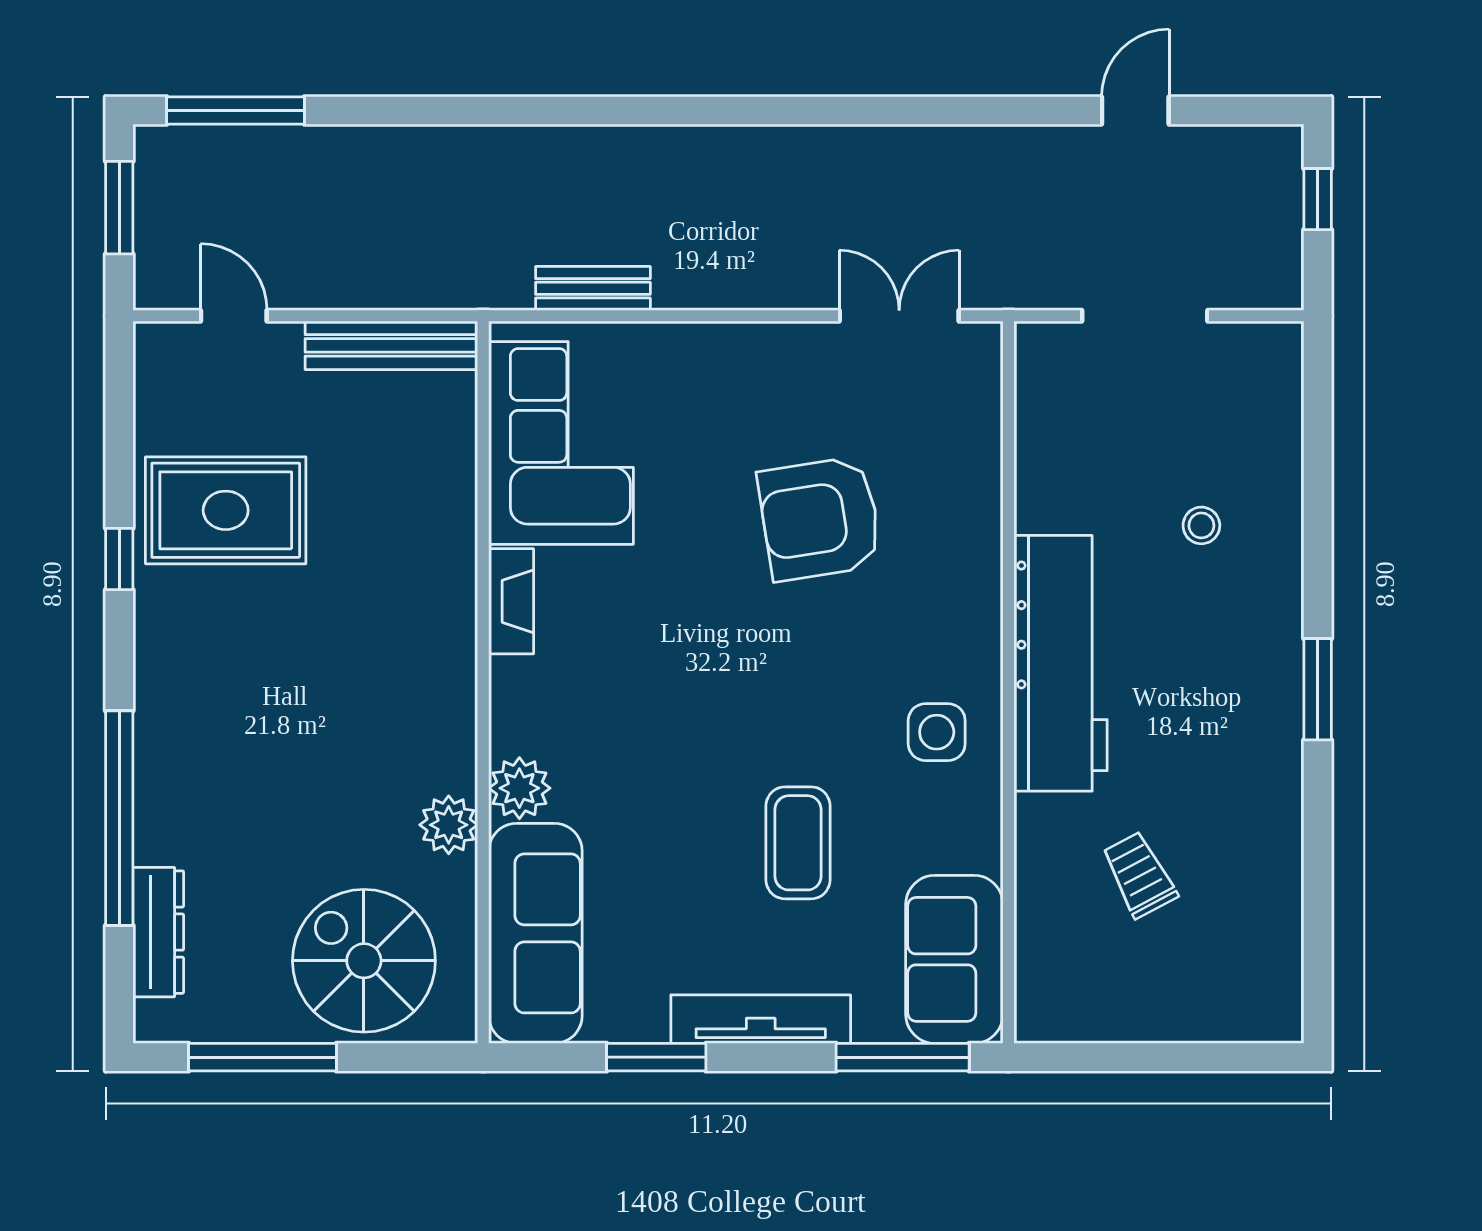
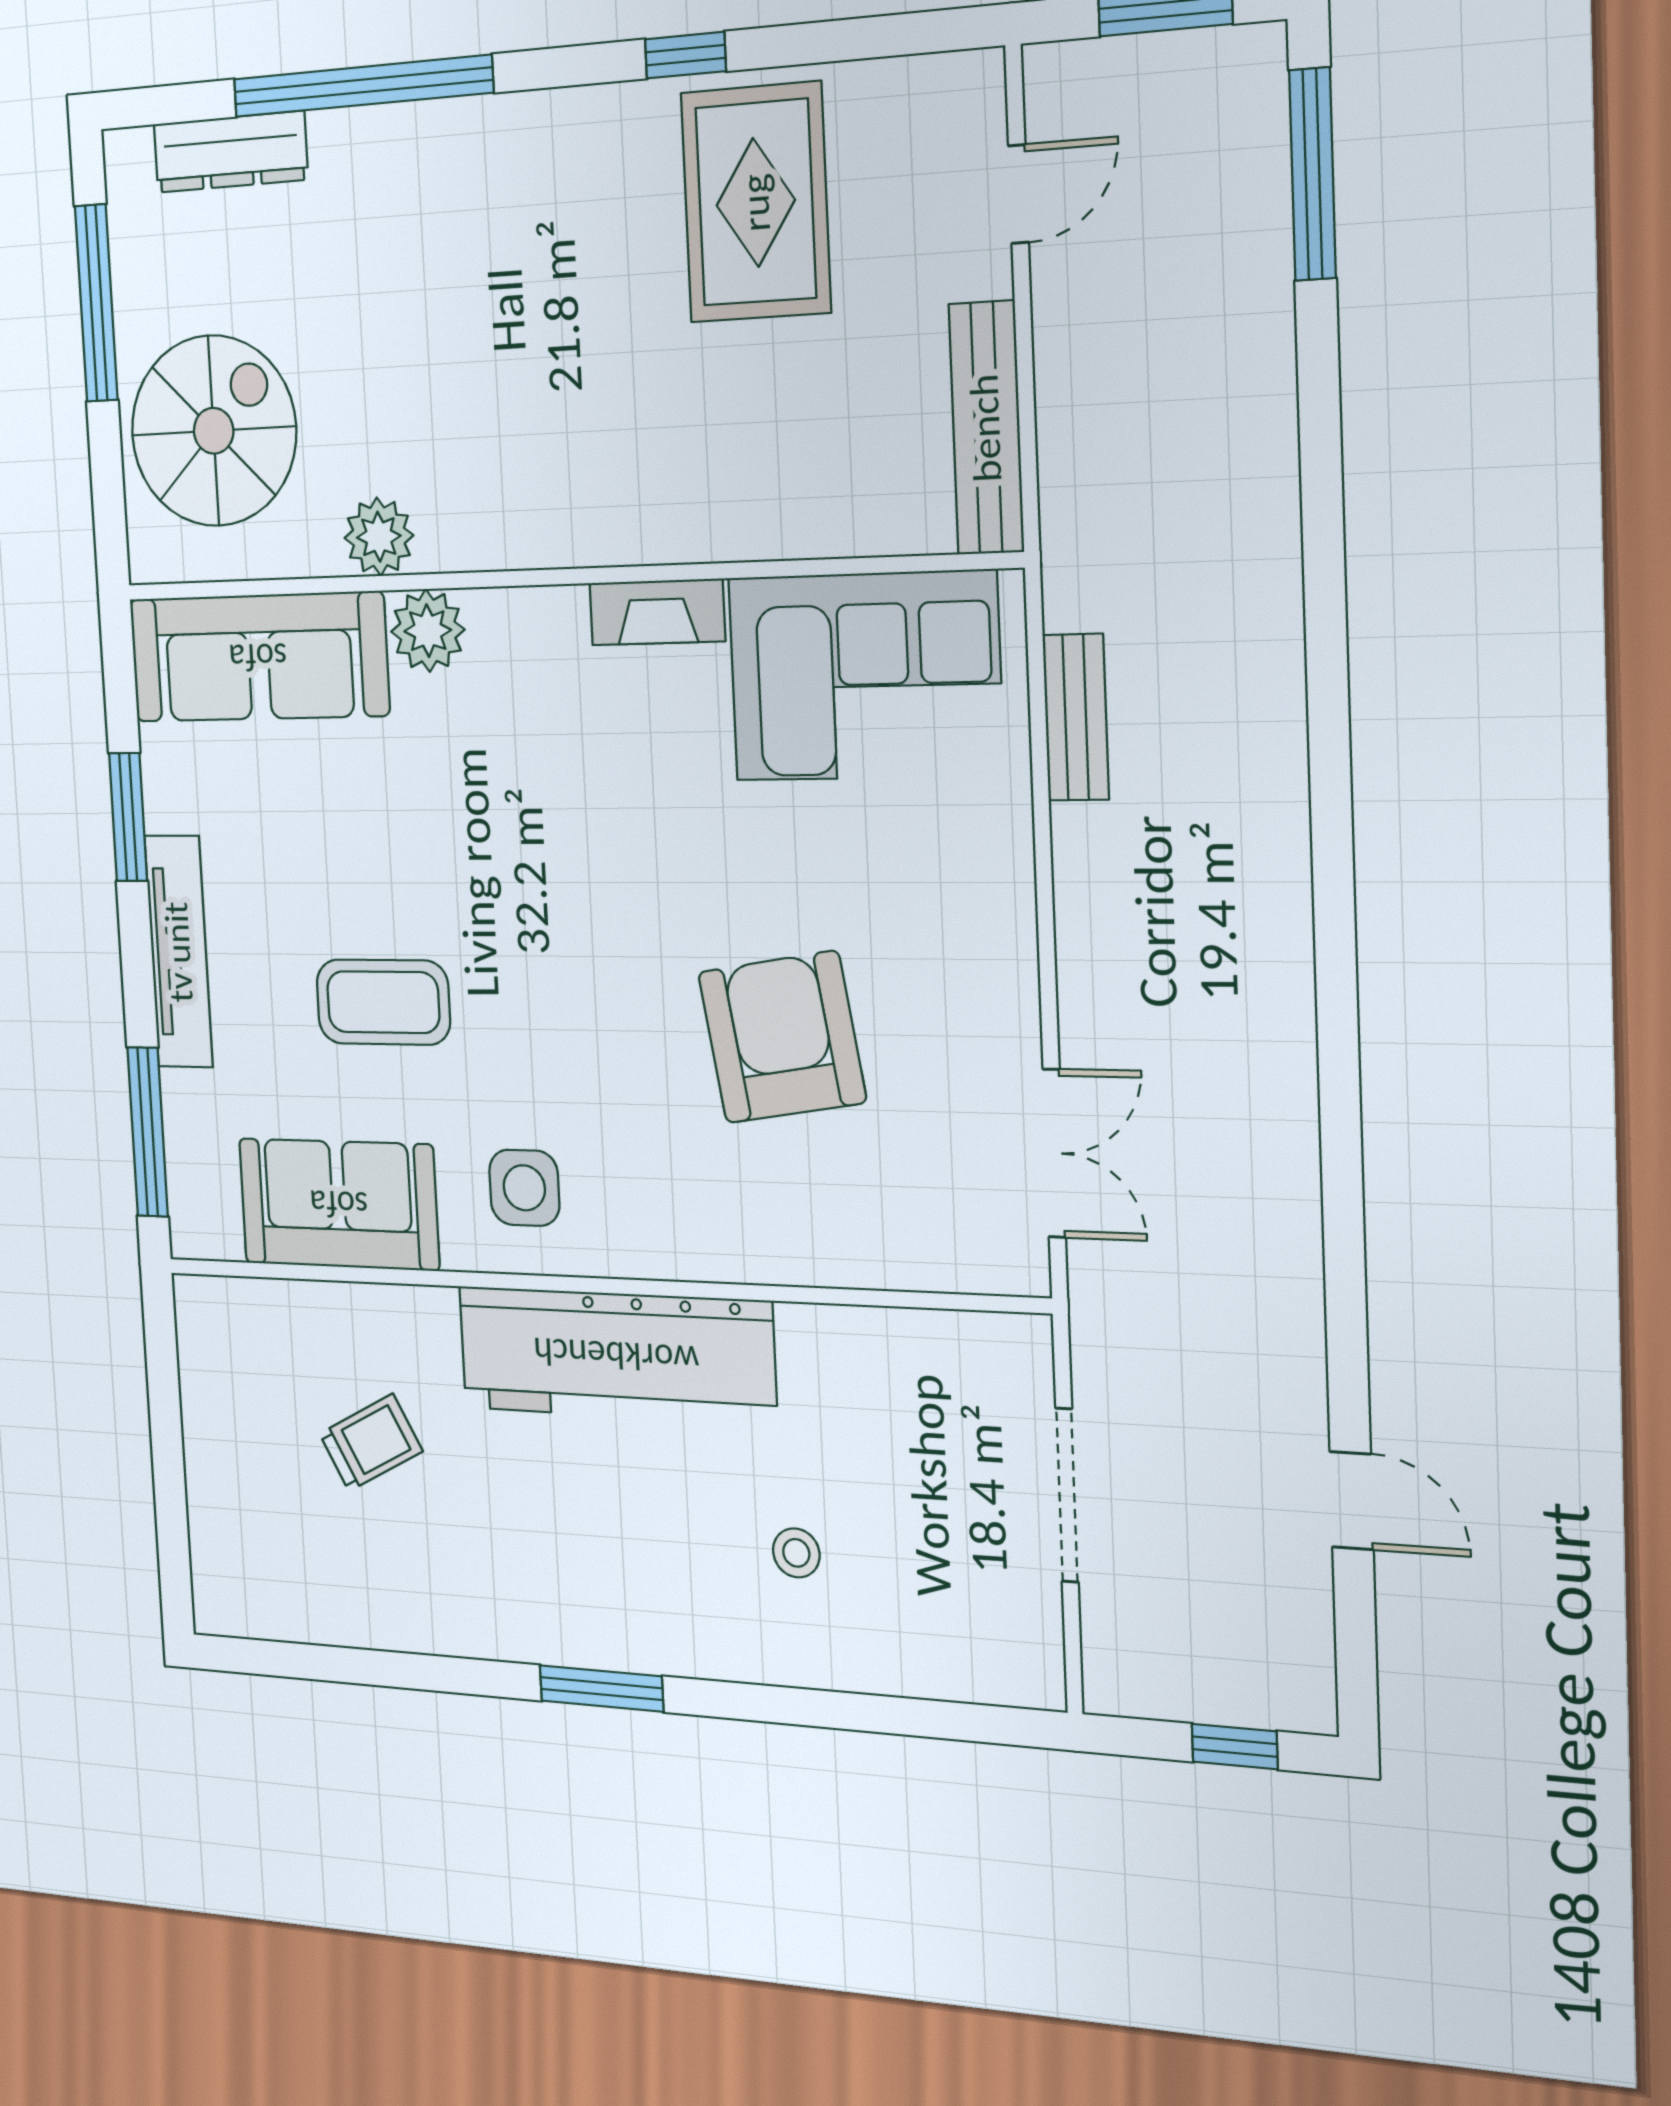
sofa: (954, 959) -> (339, 1204), moved

